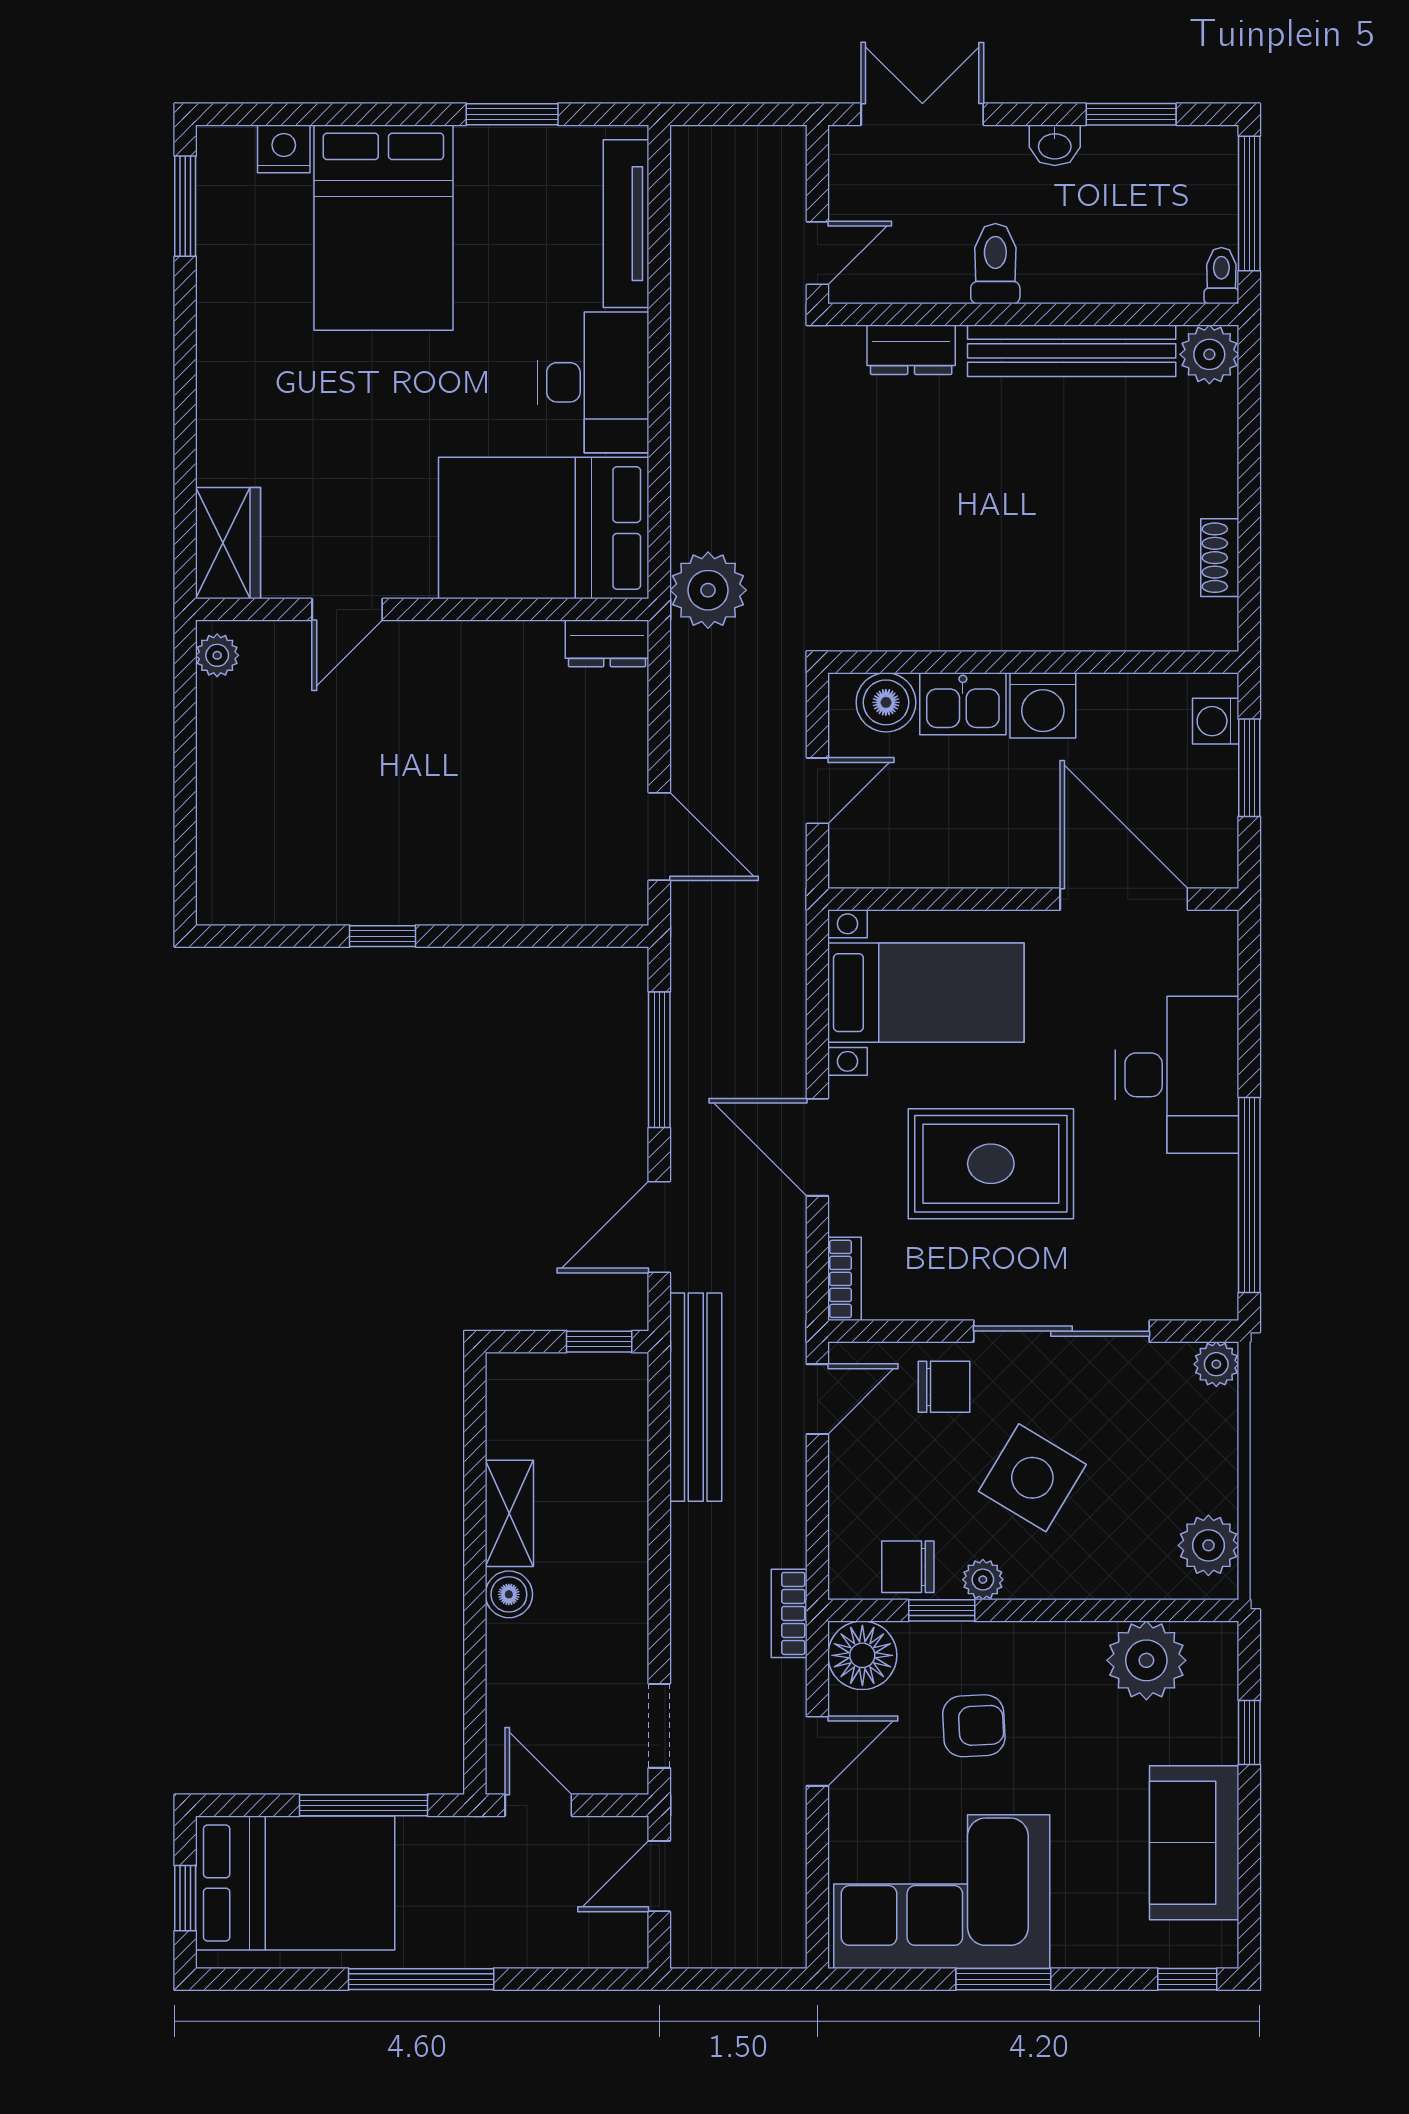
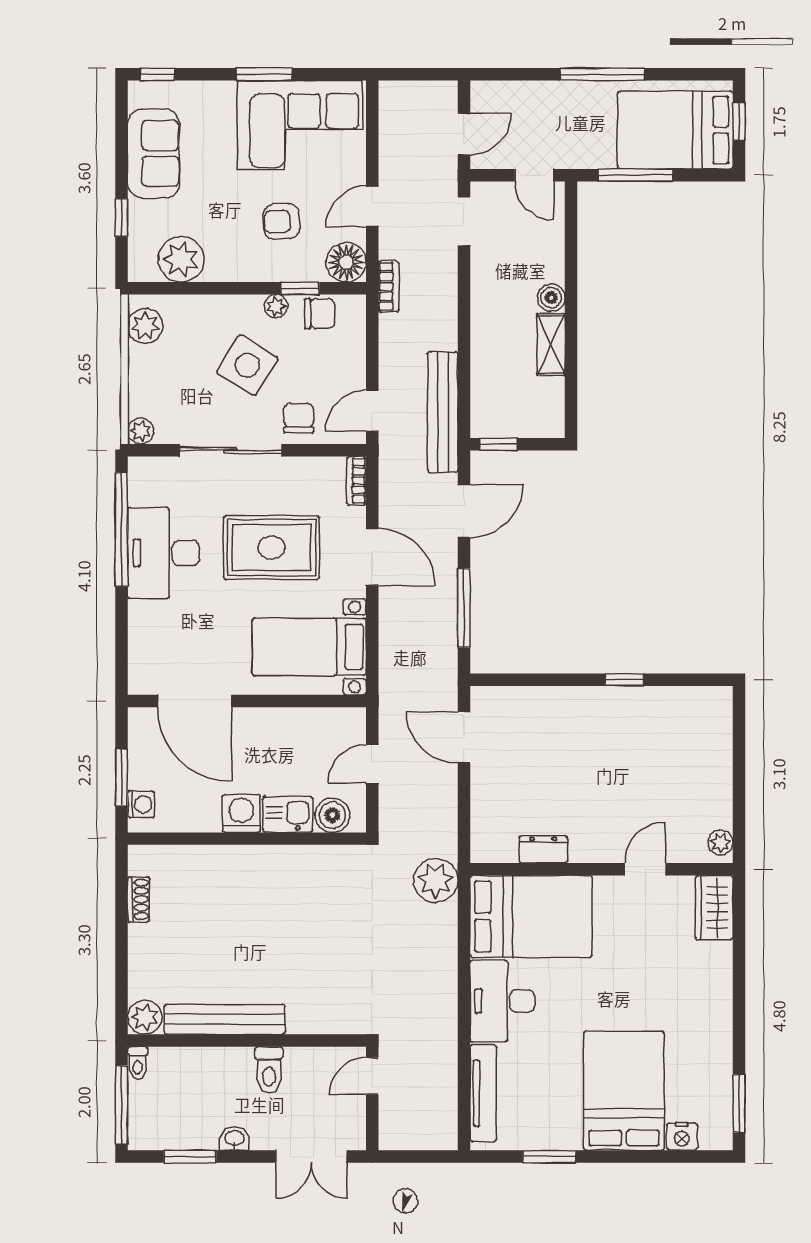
dresser: (911, 350) -> (318, 1020), removed
dresser: (607, 643) -> (543, 849), moved
desk: (1177, 1075) -> (163, 553), moved
chair: (944, 1387) -> (299, 418), turned 90

